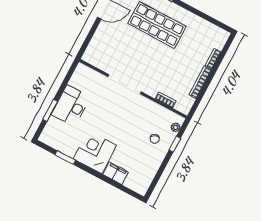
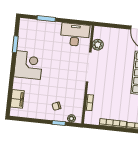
plant: (104, 64) -> (98, 45), added
desk: (71, 106) -> (75, 35), moved
filing cabinet: (116, 173) -> (17, 99), moved

